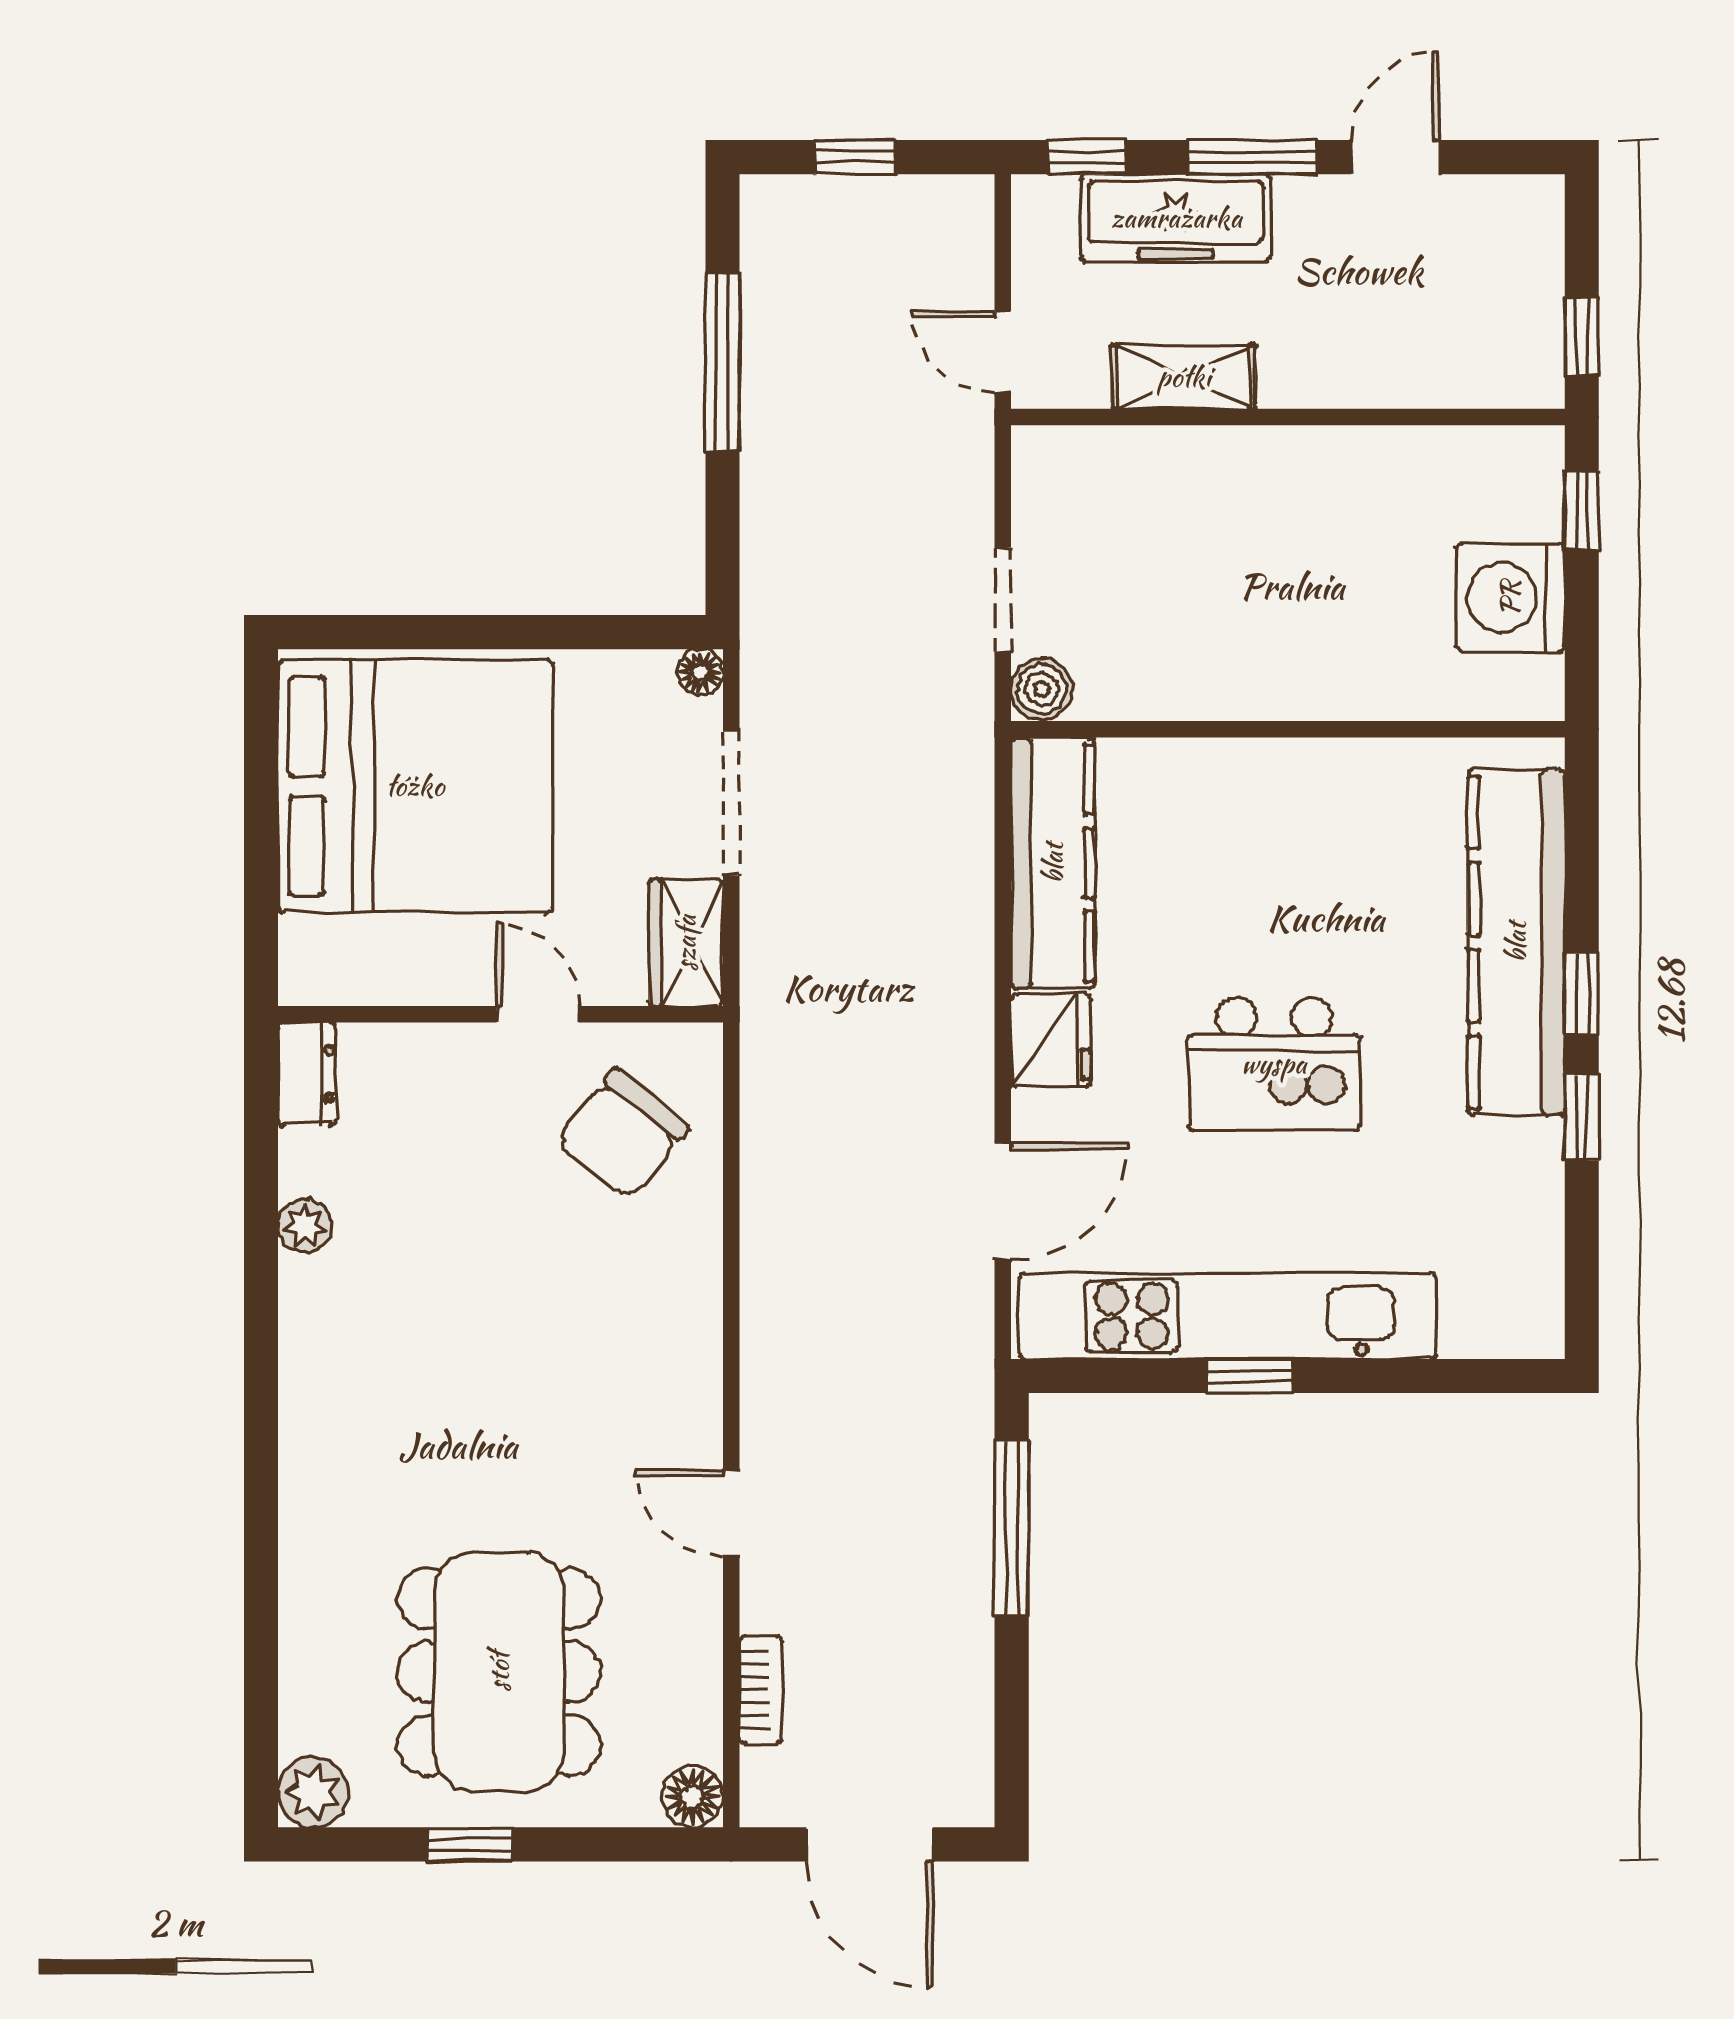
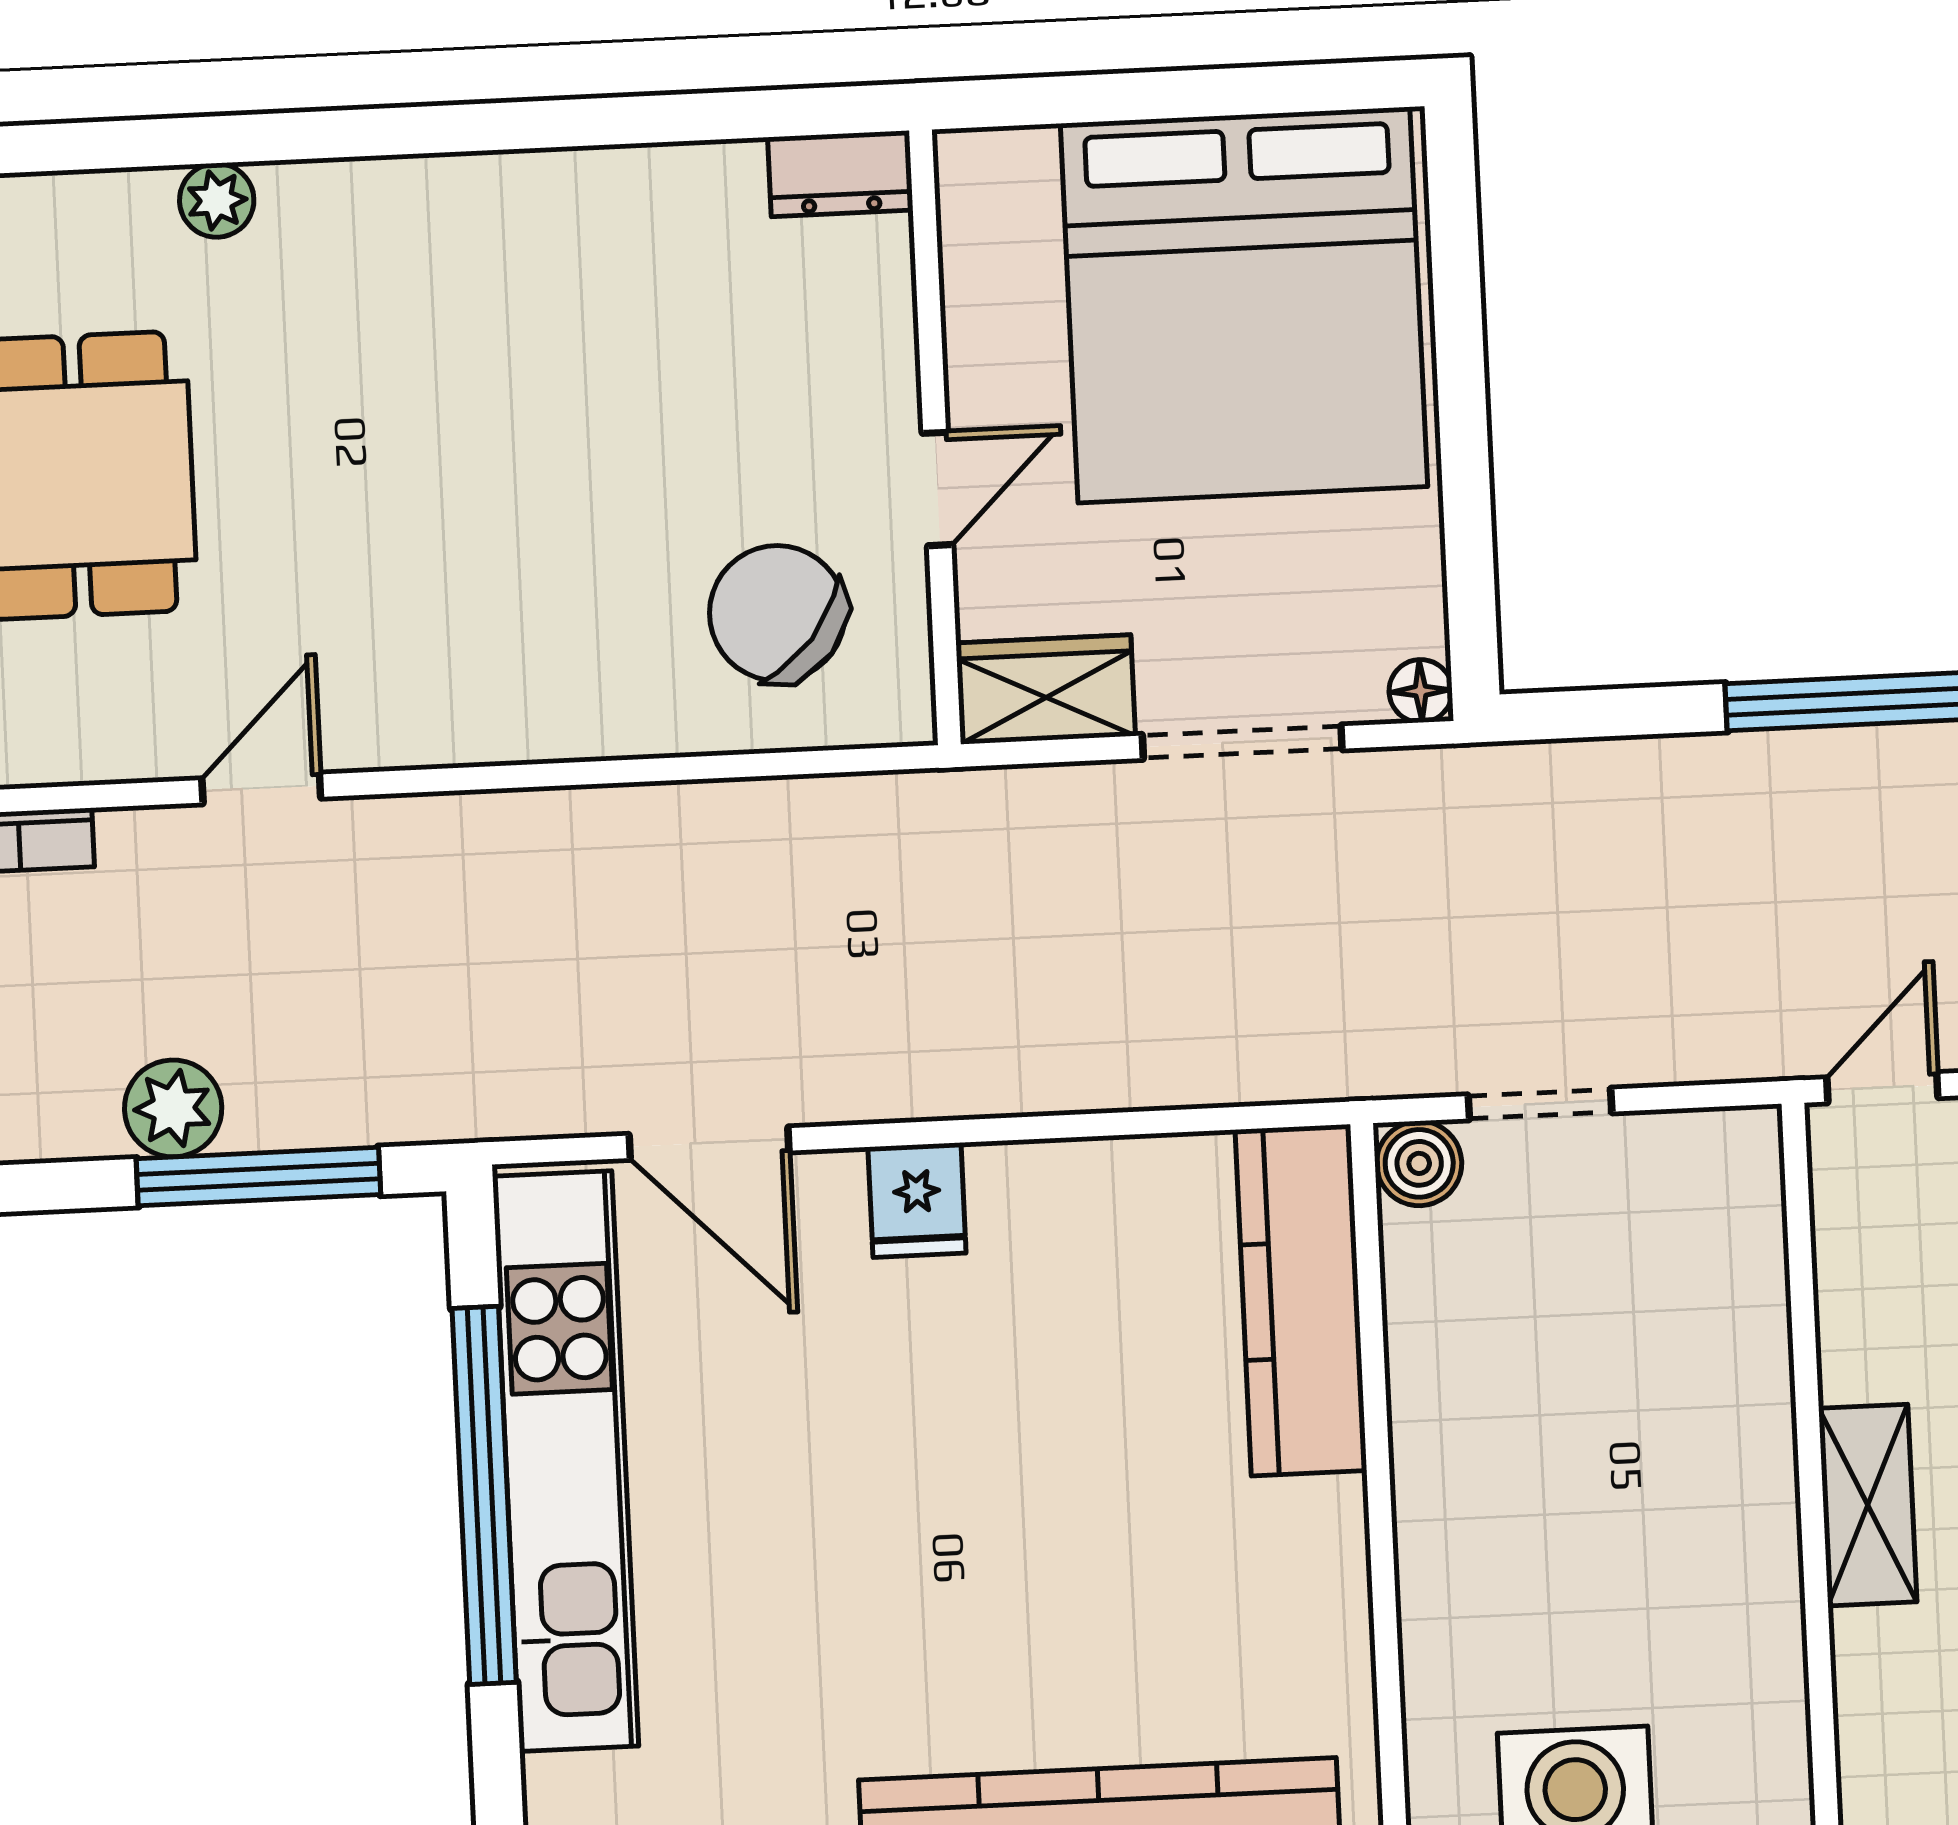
shelving: (1184, 377) -> (1868, 1505), moved
kitchen counter: (1053, 863) -> (1301, 1300), moved, turned 90
fridge: (1051, 1040) -> (917, 1200), width x0.72
kitchen island: (1274, 1064) -> (917, 1509), removed
plant: (305, 1226) -> (217, 200), moved
window: (1250, 1376) -> (484, 1495), width x3.17
plant: (959, 1588) -> (173, 1108), added

